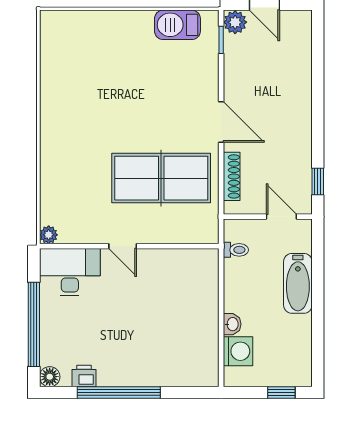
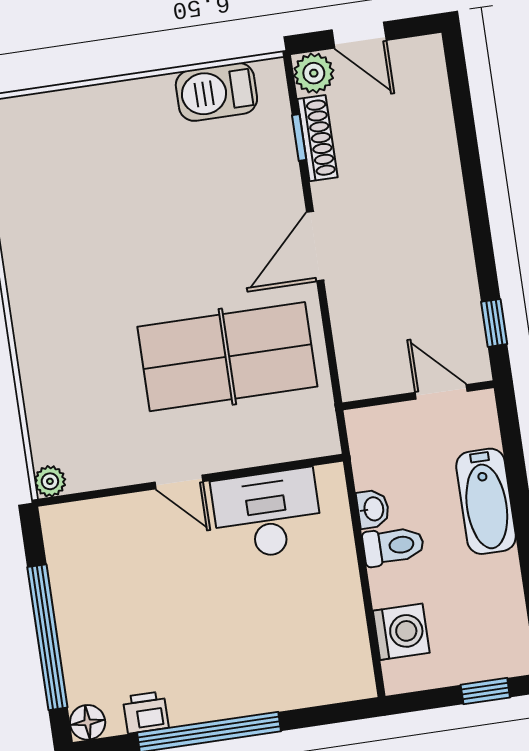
window: (221, 40) -> (299, 137), moved
door: (221, 122) -> (315, 246), swing flipped
shoe rack: (232, 176) -> (317, 138), moved
toilet: (236, 250) -> (393, 546), moved, width x1.37, depth x1.39
desk: (70, 272) -> (267, 514), moved
washbasin: (232, 324) -> (373, 509), moved

